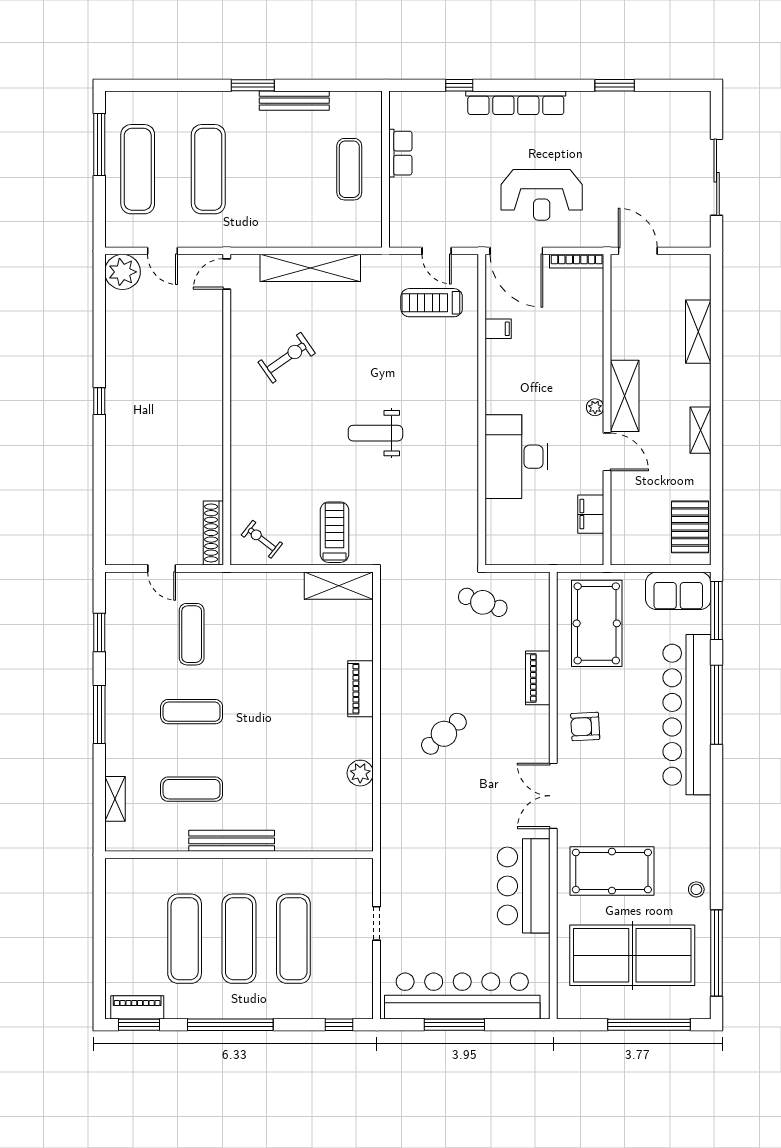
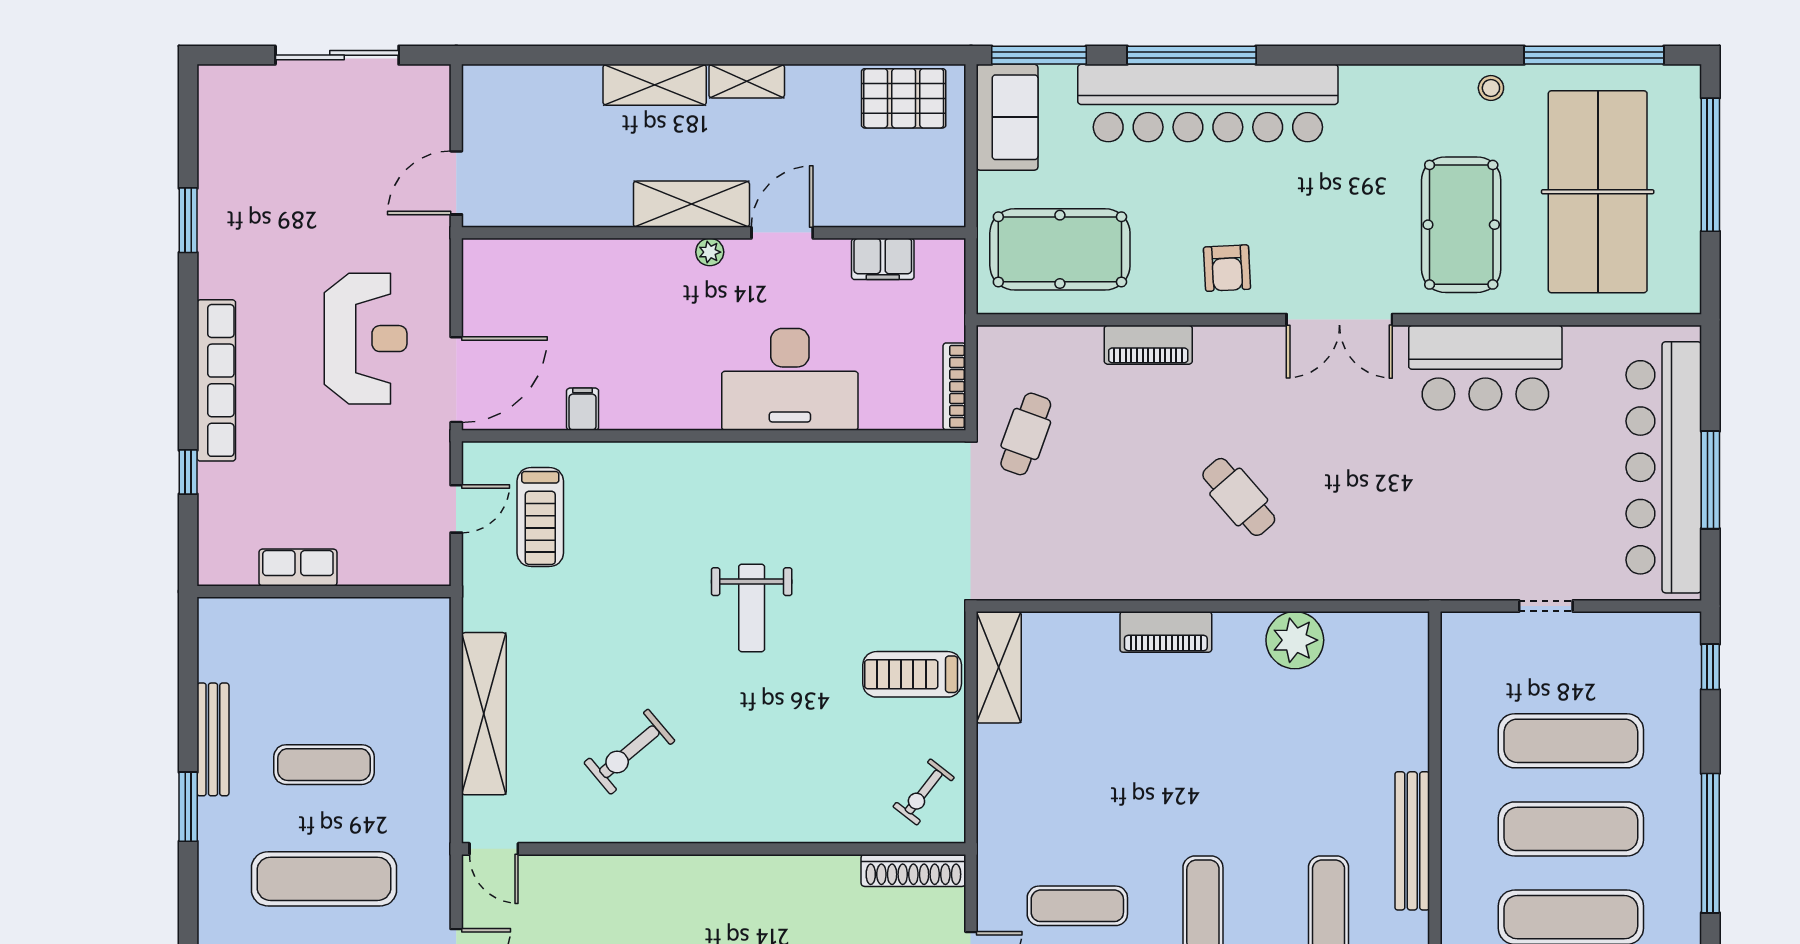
exercise mat: (349, 169) -> (324, 765), moved
bookcase: (577, 261) -> (954, 387), moved, turned 180
shelving: (698, 332) -> (655, 85), moved
exercise bike: (287, 358) -> (629, 752), turned -95
plant: (360, 773) -> (1295, 640), width x1.36, depth x1.36

